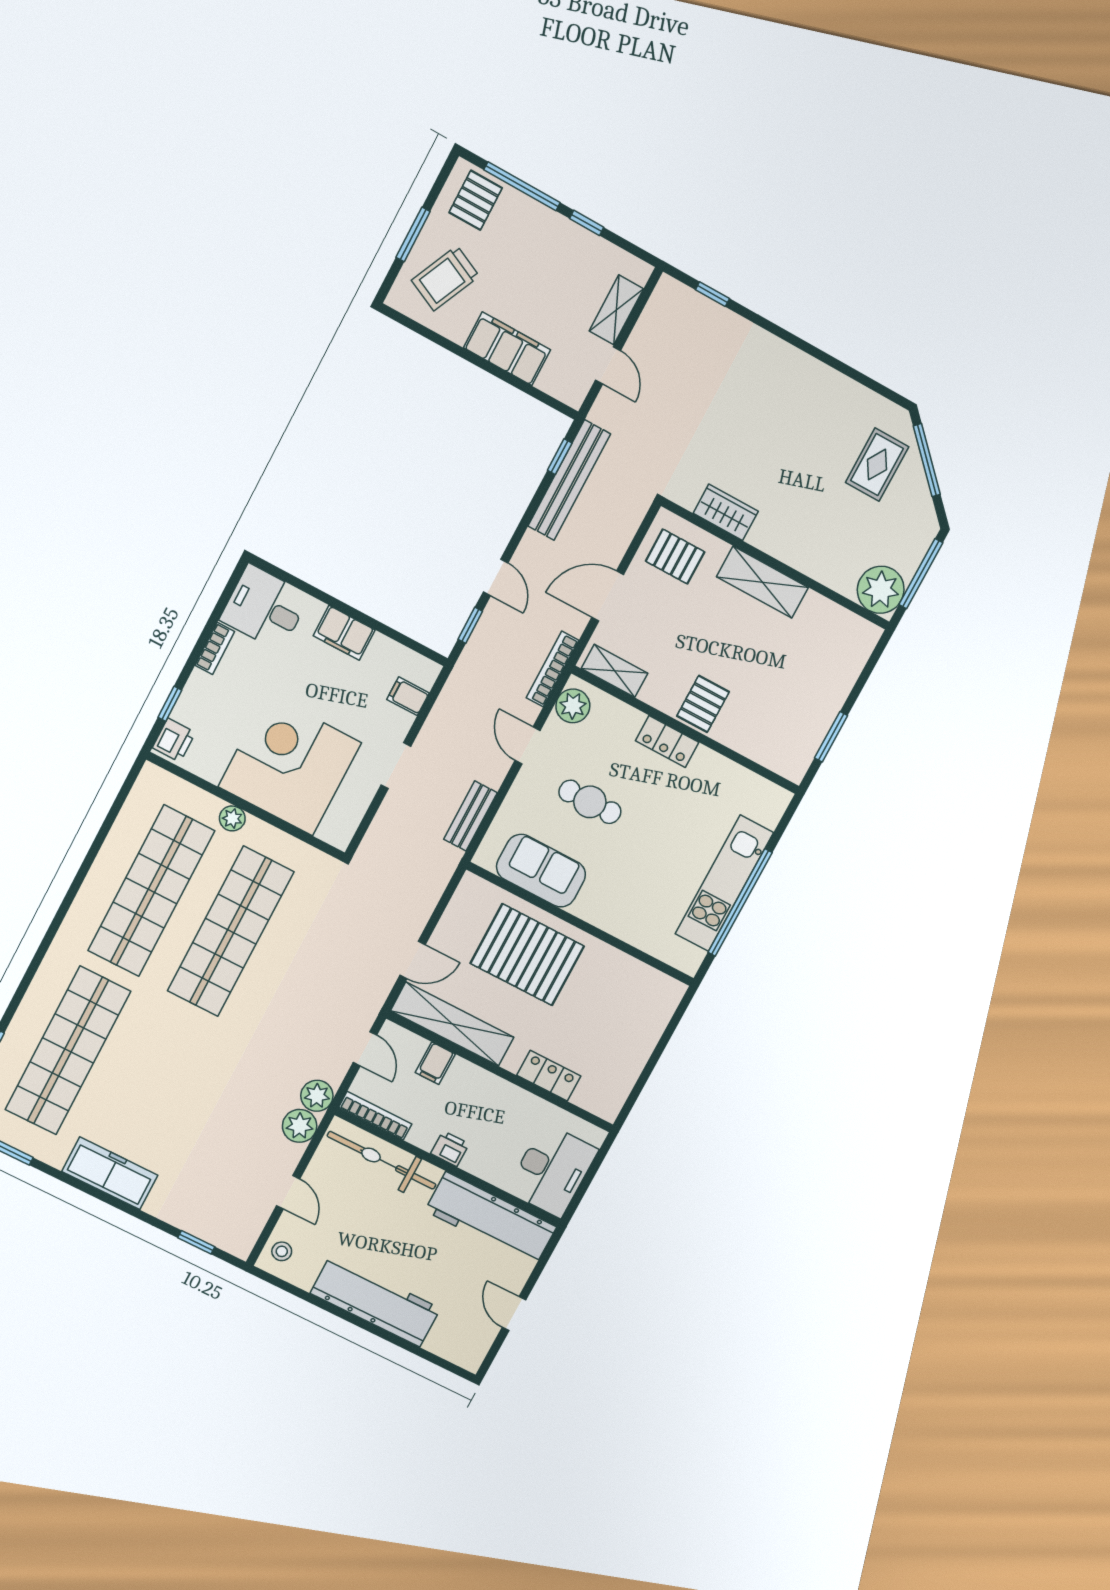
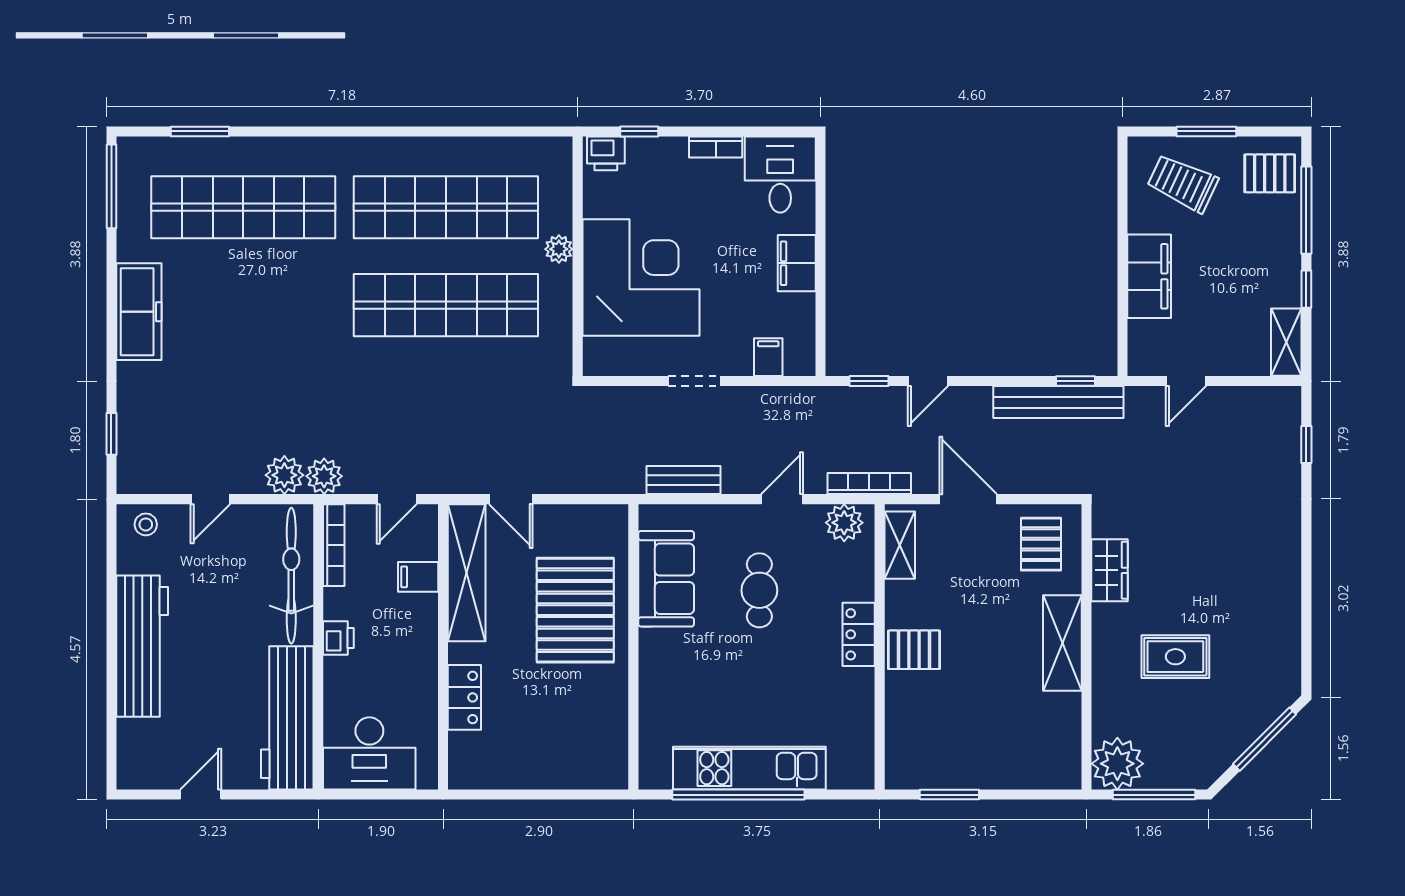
shelving: (616, 310) -> (1286, 342), moved, turned 90
rug: (877, 465) -> (1175, 657), moved

